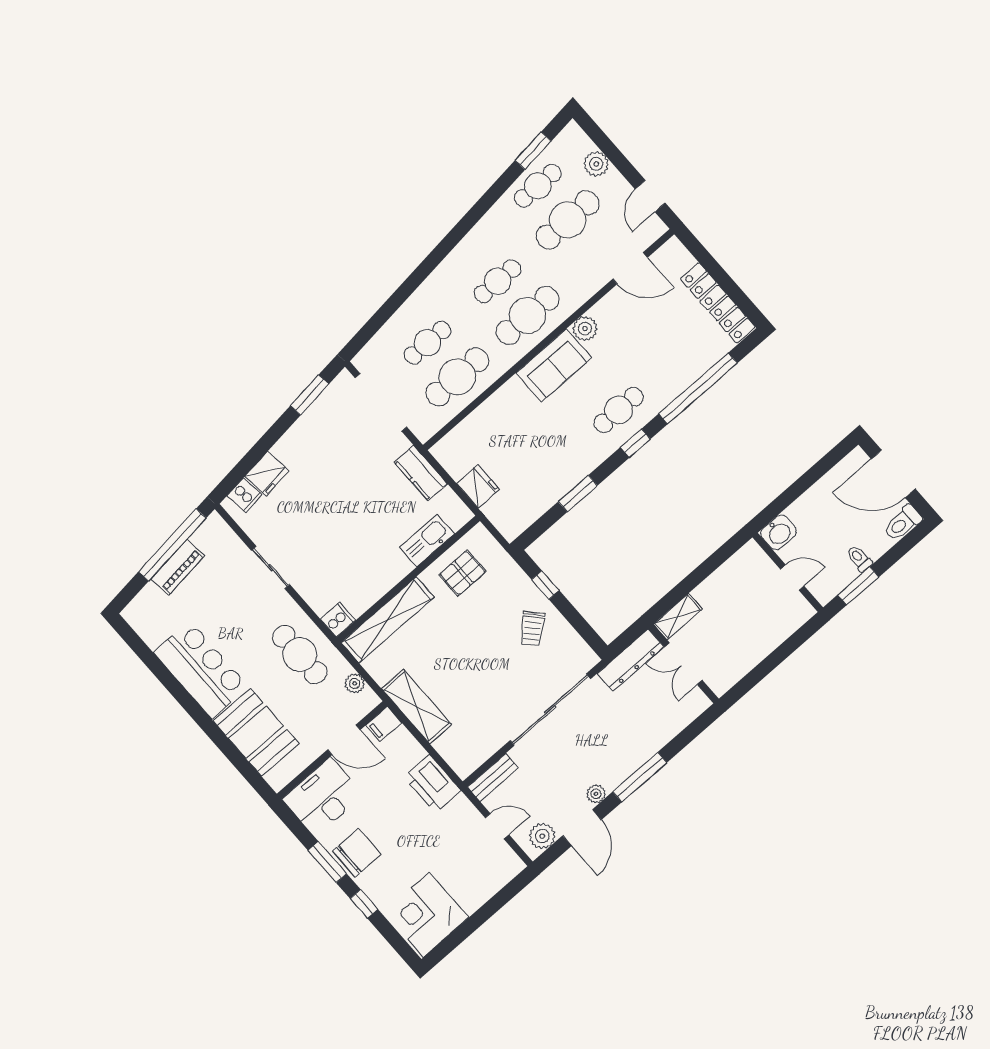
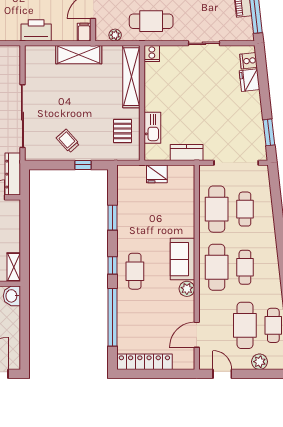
shelving: (678, 617) -> (14, 267), moved
bench: (493, 777) -> (14, 61), removed

